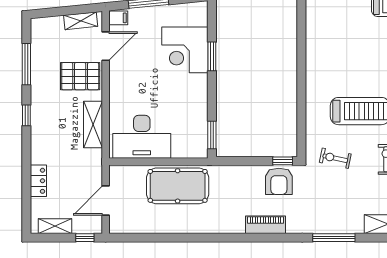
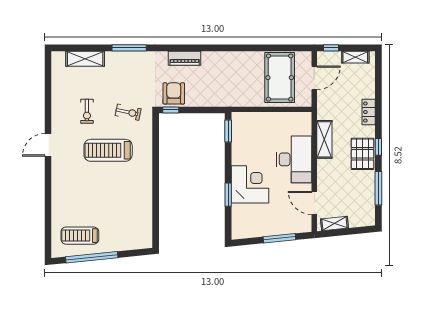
filing cabinet: (118, 18) -> (304, 226), removed
door: (106, 46) -> (314, 203), hinge flipped
corner desk: (185, 50) -> (250, 184), moved
pallet: (80, 76) -> (363, 154), moved, turned 90
desk: (142, 137) -> (294, 159), moved, turned 90
locker: (38, 181) -> (369, 112), moved
pool table: (178, 186) -> (280, 78), moved, turned 90

